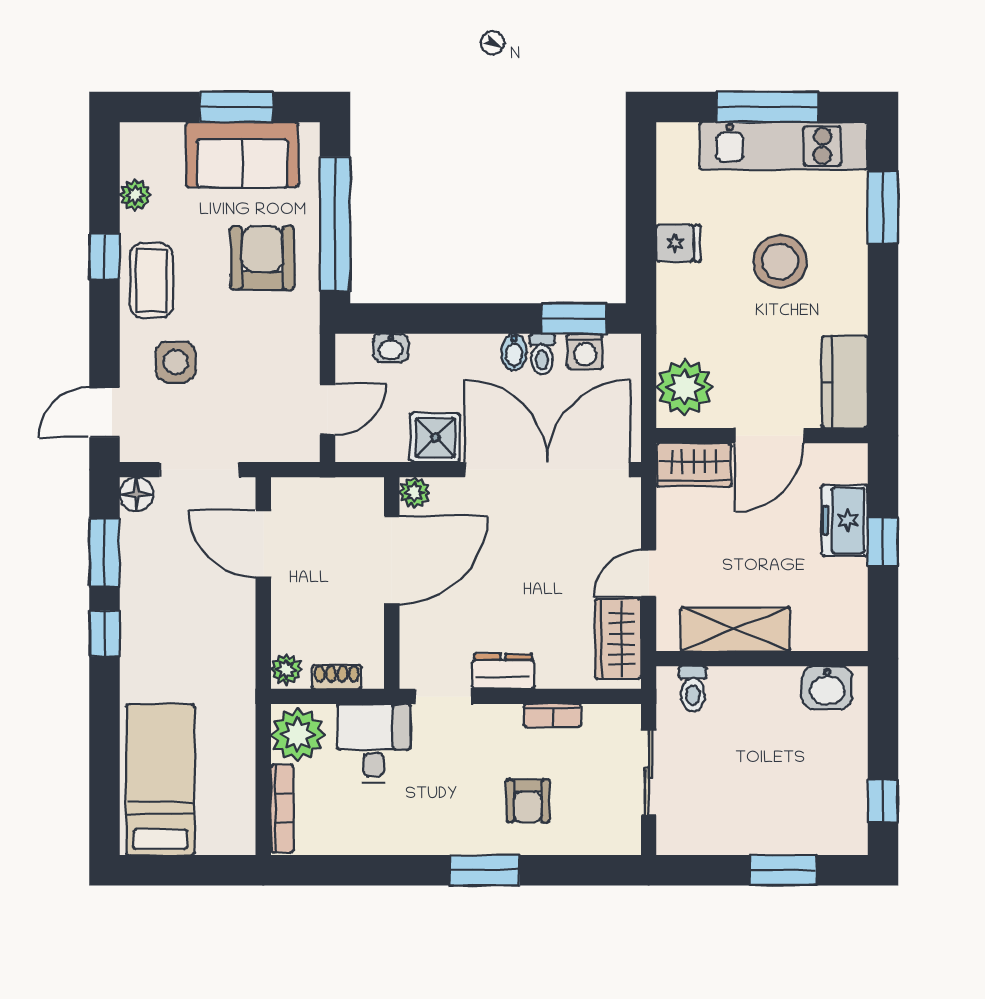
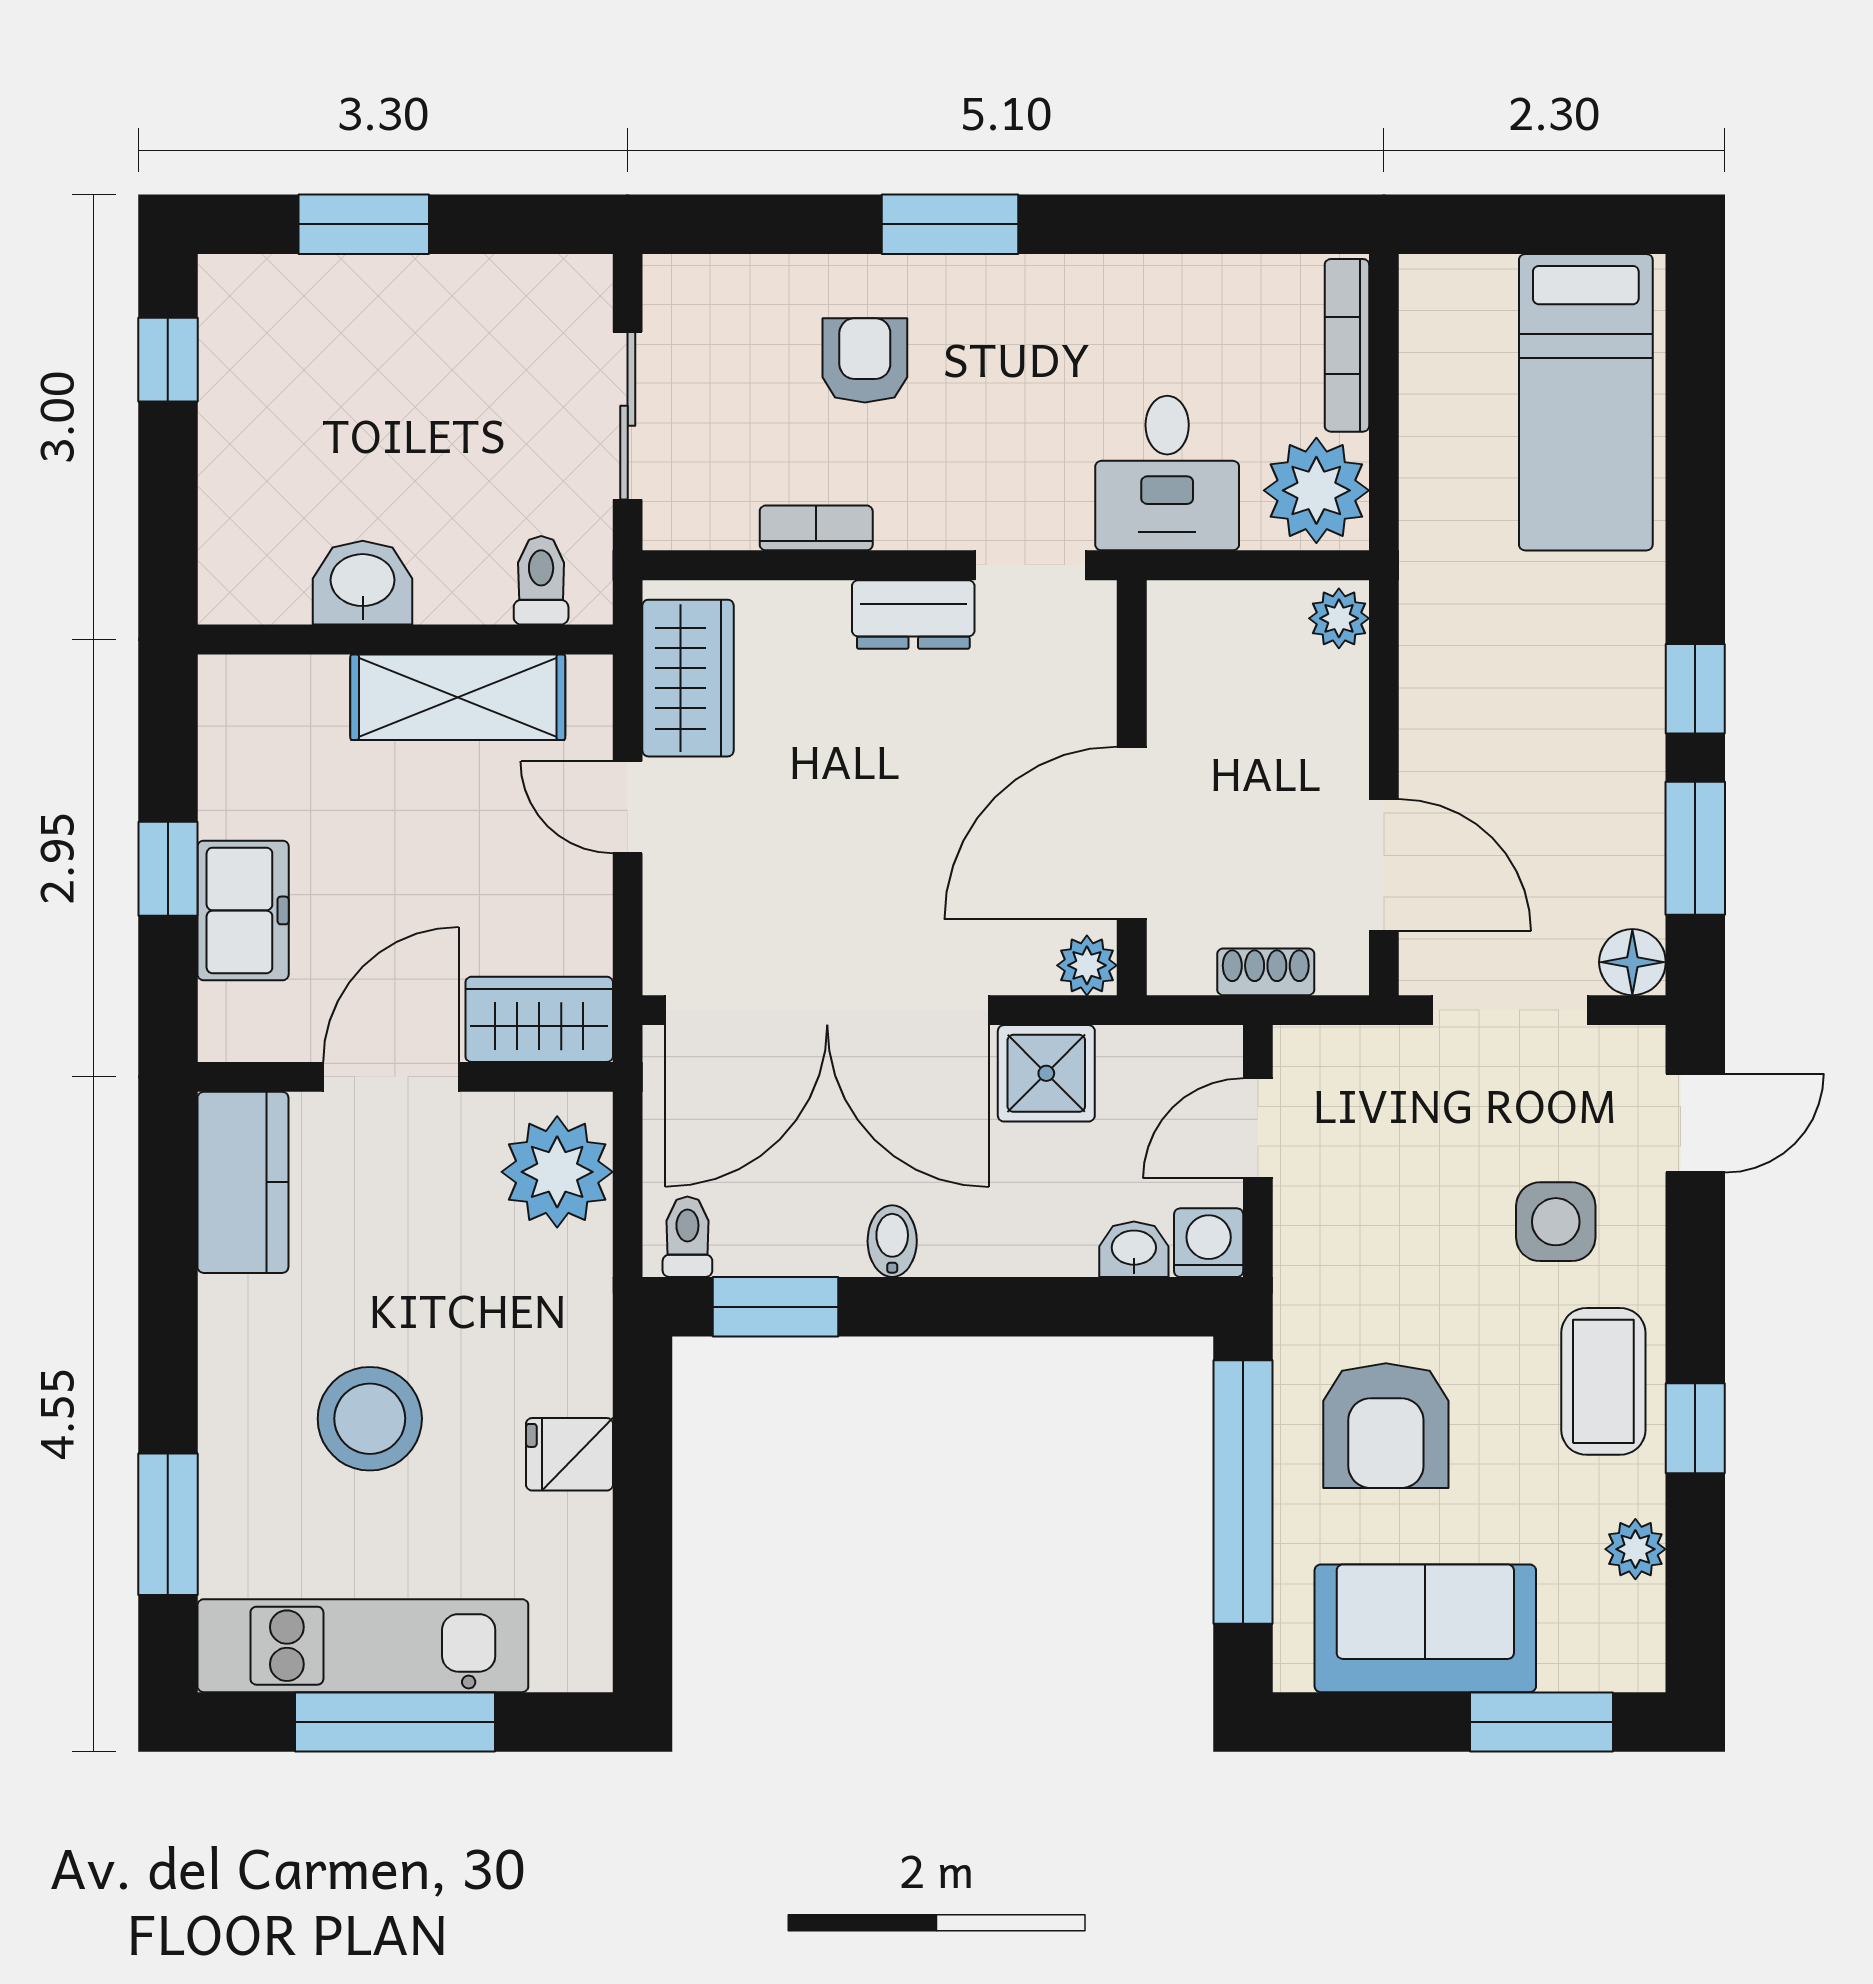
window: (236, 107) -> (1542, 1722), moved
washing machine: (585, 351) -> (1209, 1243), moved
toilet: (542, 354) -> (687, 1237), moved
door: (649, 573) -> (628, 807), swing flipped
shoe rack: (337, 677) -> (1266, 972), moved, turned 180
washbasin: (827, 688) -> (363, 583), moved

